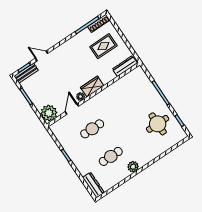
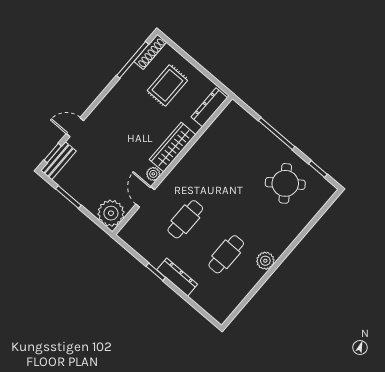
wardrobe: (92, 87) -> (173, 147), width x1.50
round table: (158, 124) -> (285, 183), turned -36
dresser: (93, 185) -> (177, 277), moved

